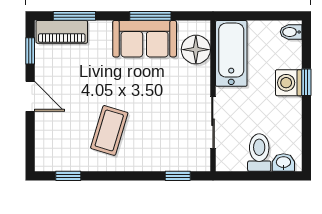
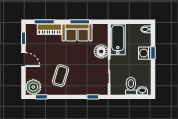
piano: (62, 32) -> (49, 29), moved
floor lamp: (196, 50) -> (101, 51), moved
plant: (51, 155) -> (33, 87), added

